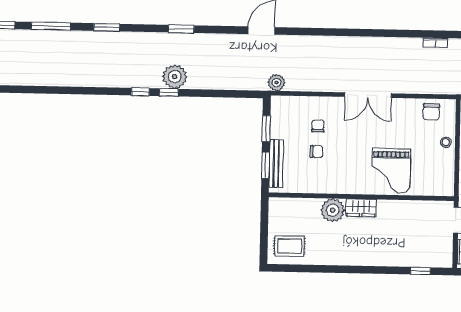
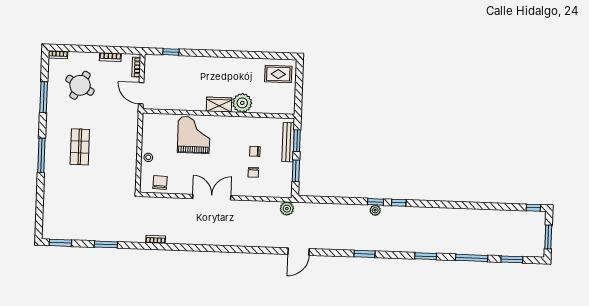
plant: (175, 77) -> (375, 210), width x0.53, depth x0.53

